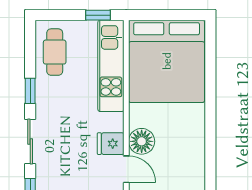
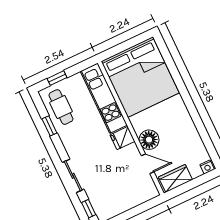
window: (98, 15) -> (57, 78), moved
window: (30, 91) -> (49, 126), moved
fridge: (111, 144) -> (122, 138), moved

